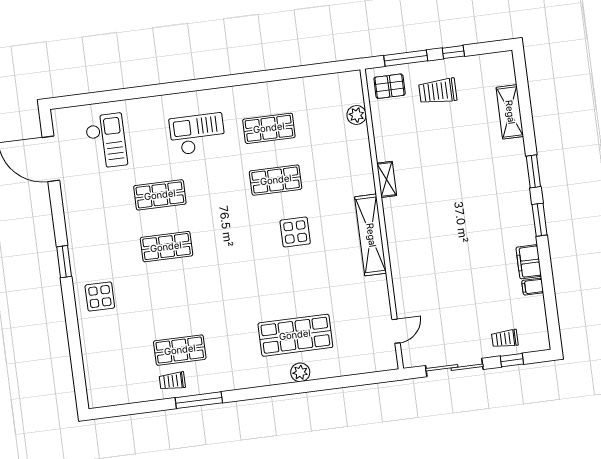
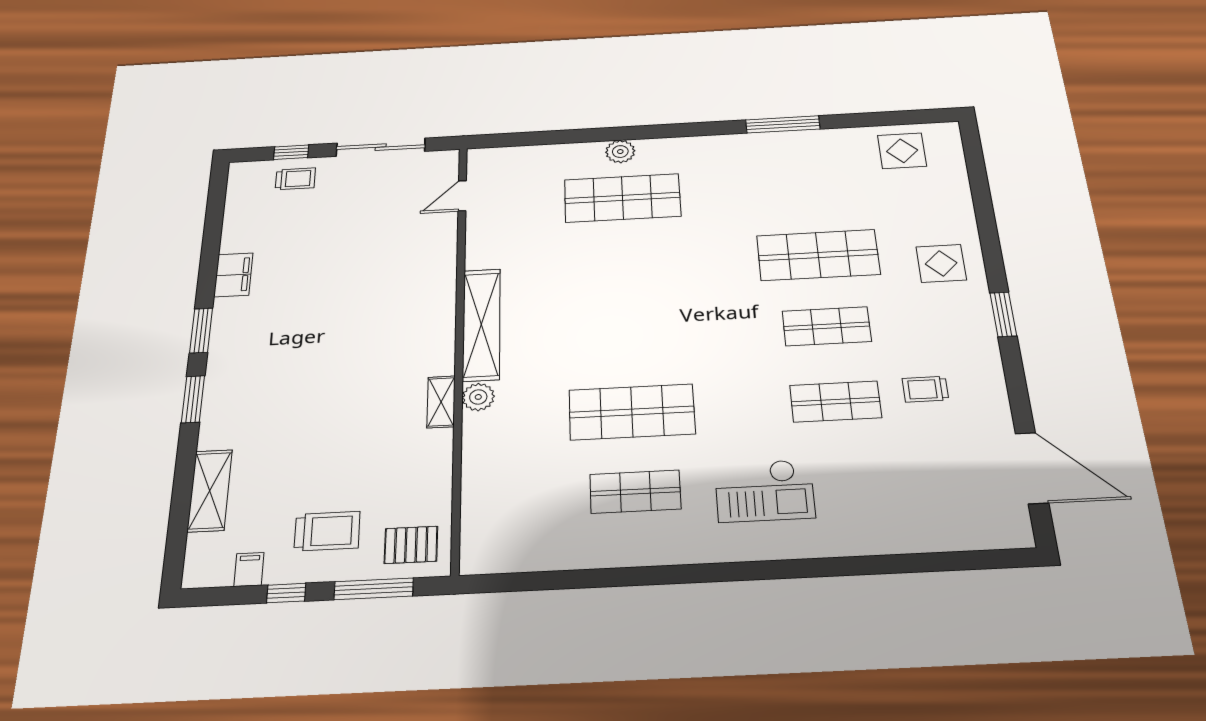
plant: (357, 115) -> (478, 397), moved
checkout: (106, 141) -> (931, 490), removed
shop shelf: (276, 180) -> (632, 412), width x1.43, depth x1.36
display table: (295, 232) -> (902, 151), moved
filing cabinet: (533, 287) -> (249, 569), moved, turned -90
shop shelf: (180, 350) -> (818, 255), moved, width x1.43, depth x1.36
trolley: (172, 381) -> (925, 389), moved, turned 180

